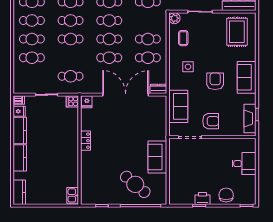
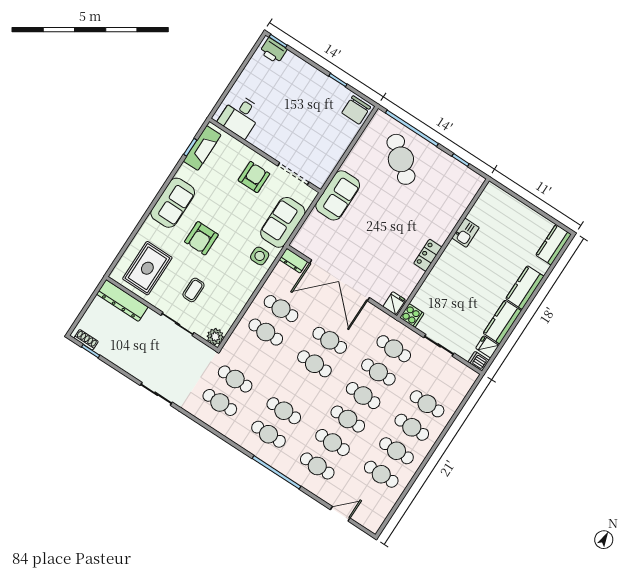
cafe table: (109, 20) -> (378, 372), moved
coffee table: (183, 38) -> (193, 290), moved
side table: (188, 67) -> (260, 256), moved
armchair: (215, 81) -> (201, 238), moved
armchair: (211, 121) -> (254, 177), turned 90
sofa: (157, 157) -> (338, 195), moved
desk: (244, 164) -> (240, 116), moved, turned -90
kitchen sink: (73, 195) -> (466, 233), moved
chair: (226, 195) -> (356, 110), moved
printer: (202, 199) -> (273, 51), moved

